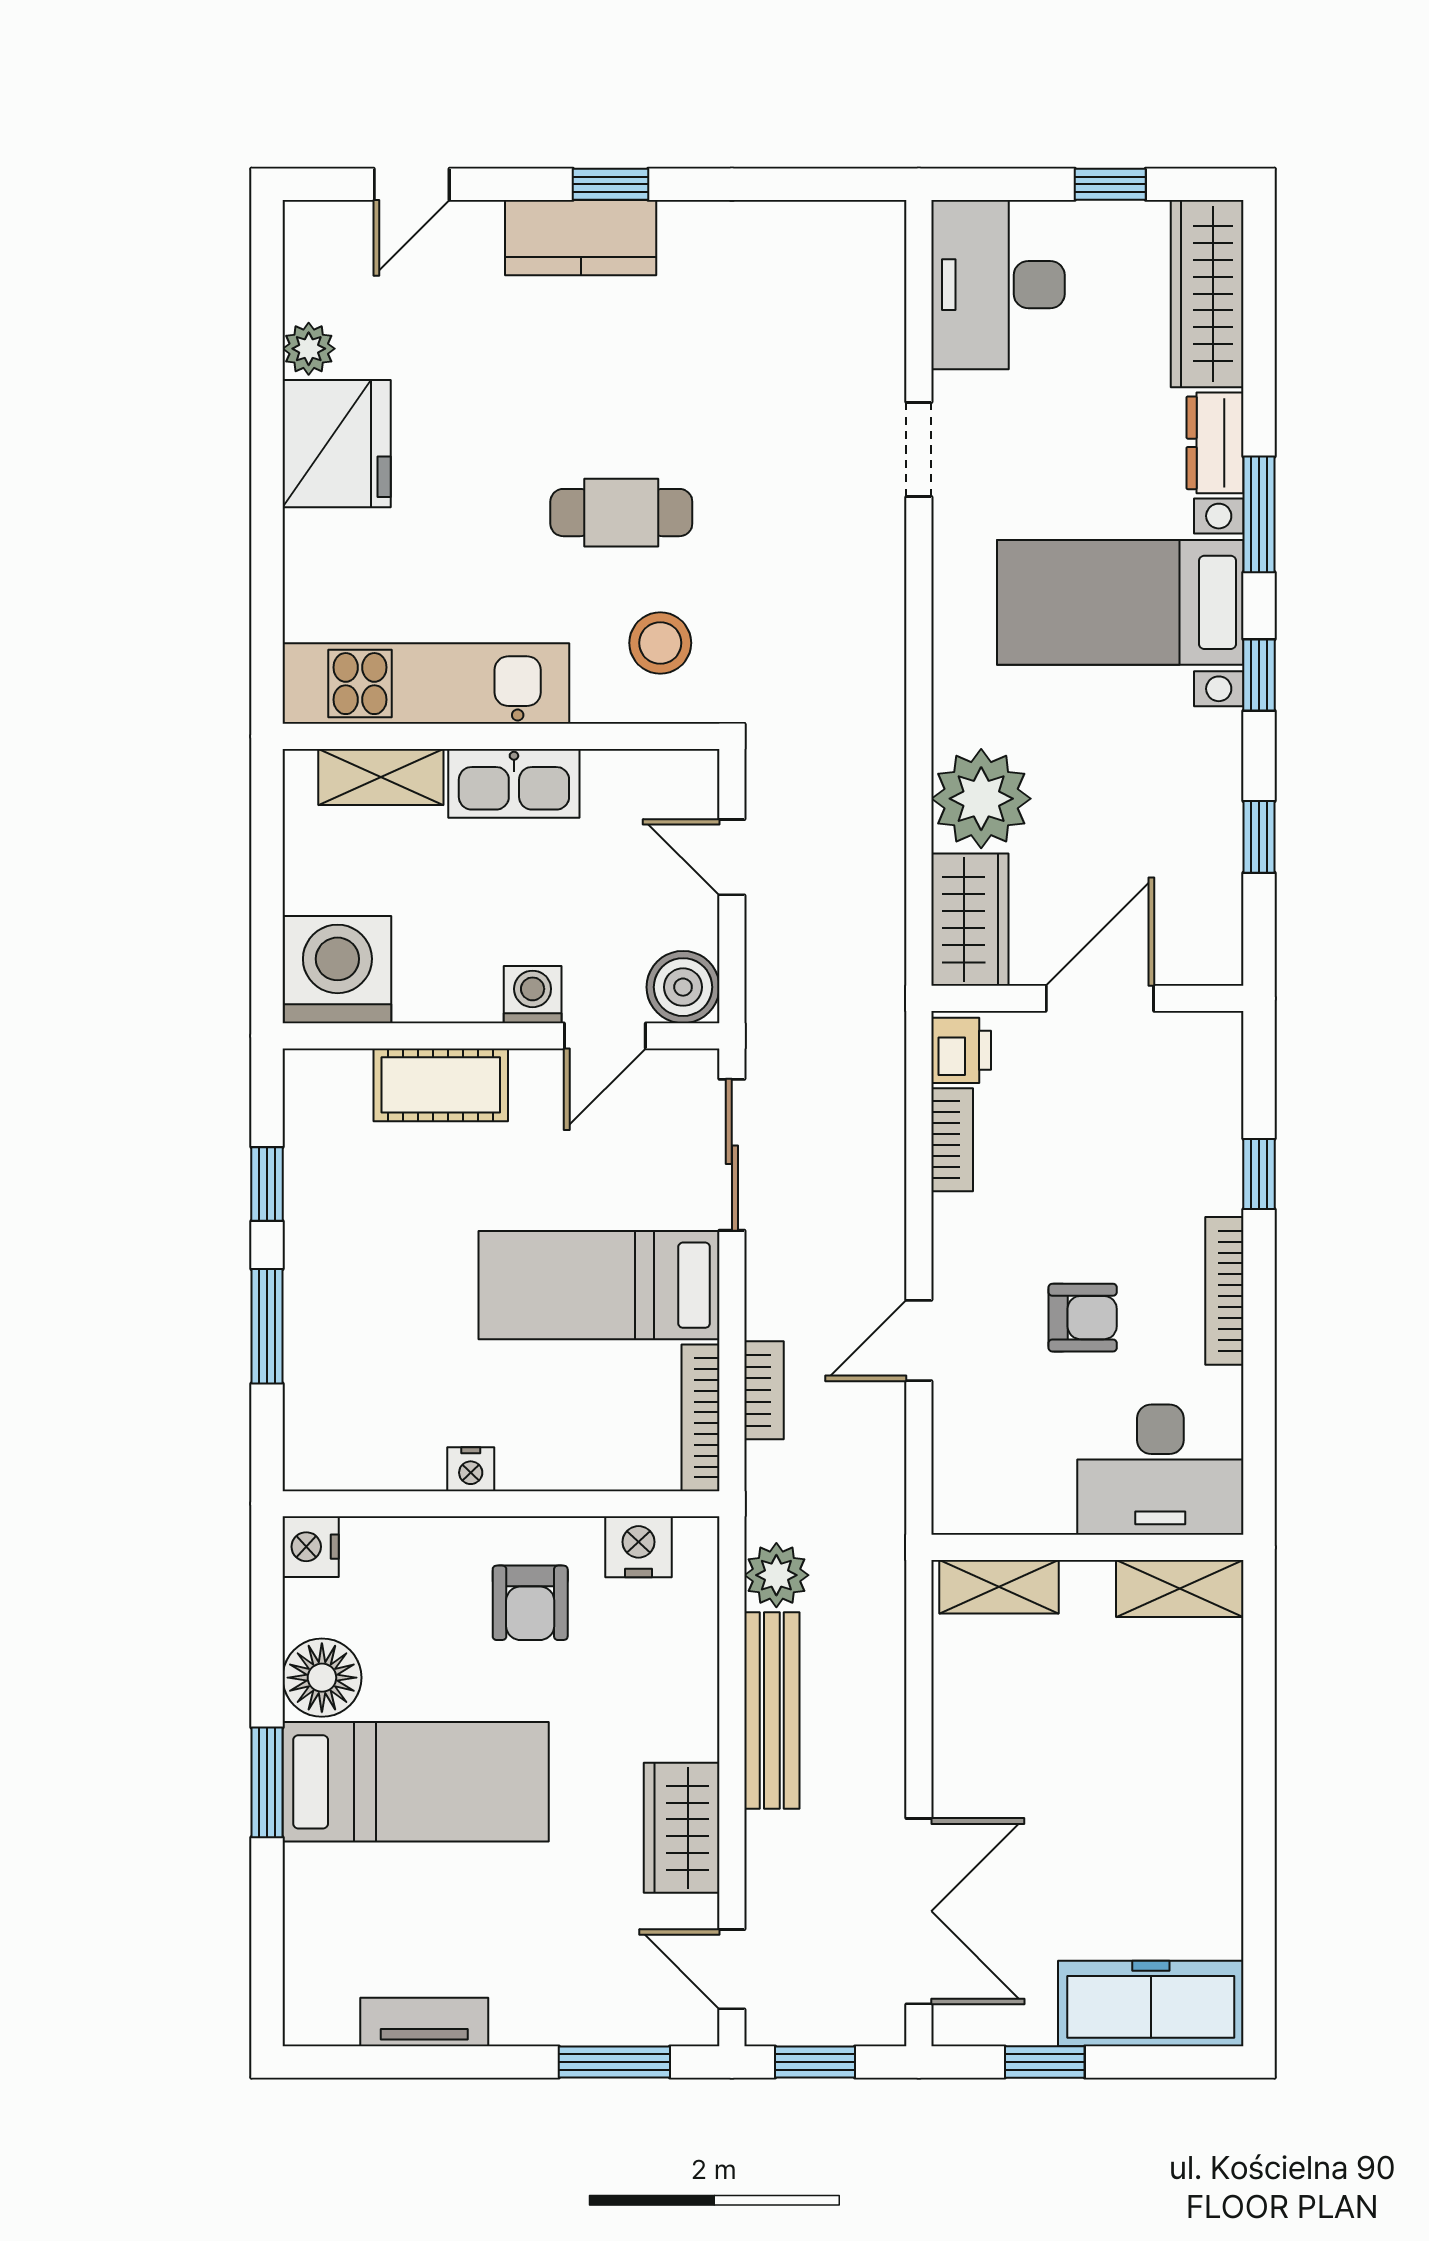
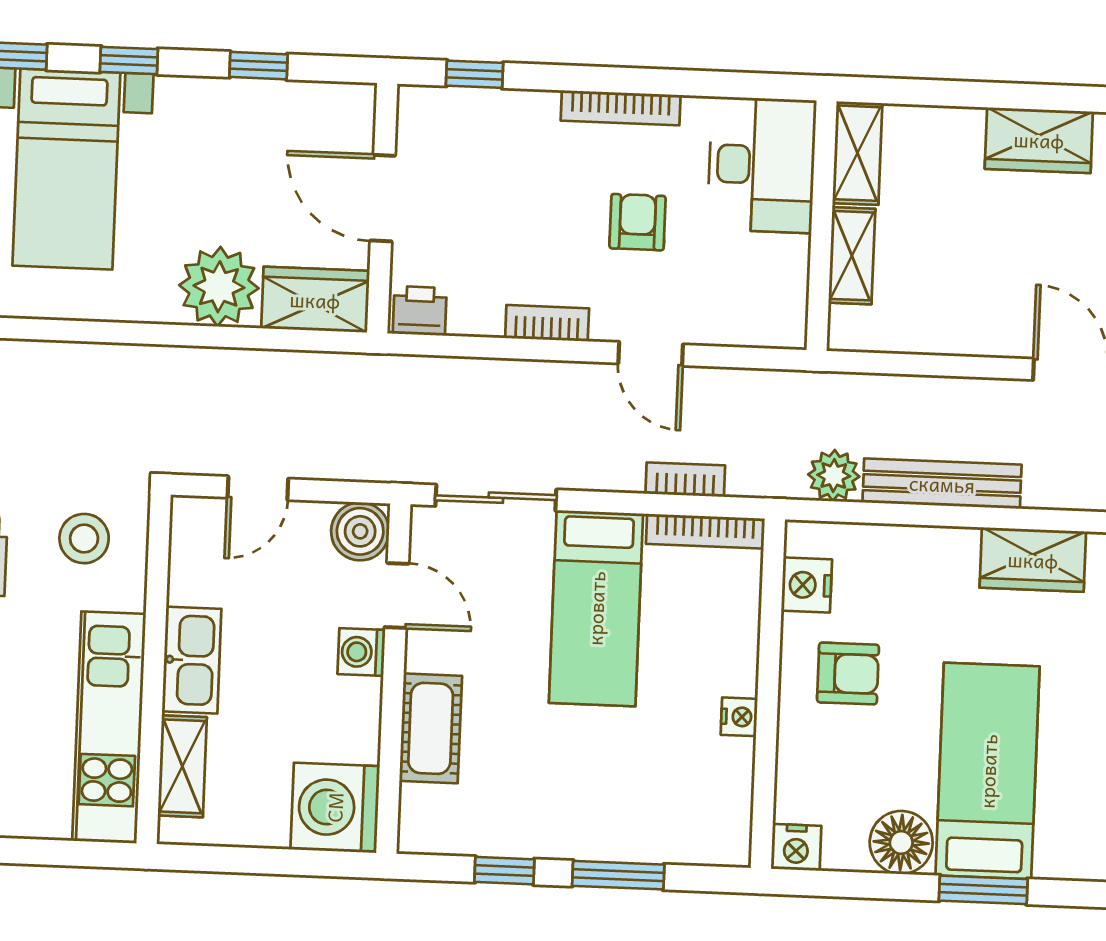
bookcase: (952, 1140) -> (547, 323), moved
window: (1259, 1174) -> (475, 74), moved
shelving: (999, 1587) -> (852, 256), moved
wardrobe: (1205, 1814) -> (1039, 140), added

